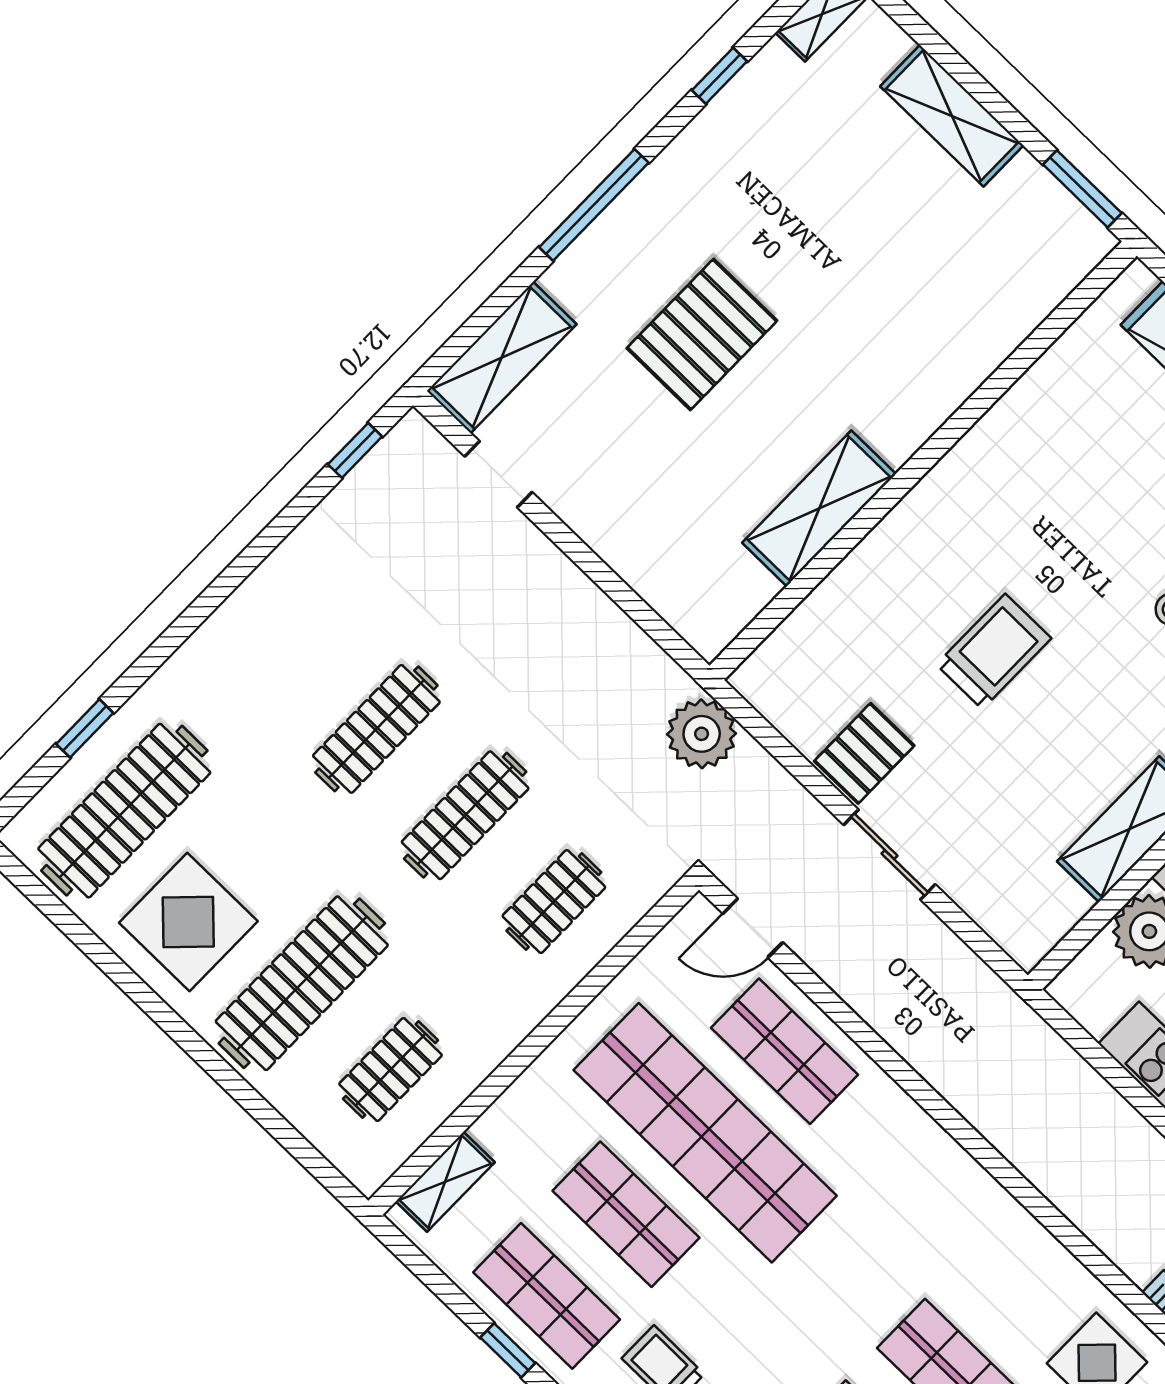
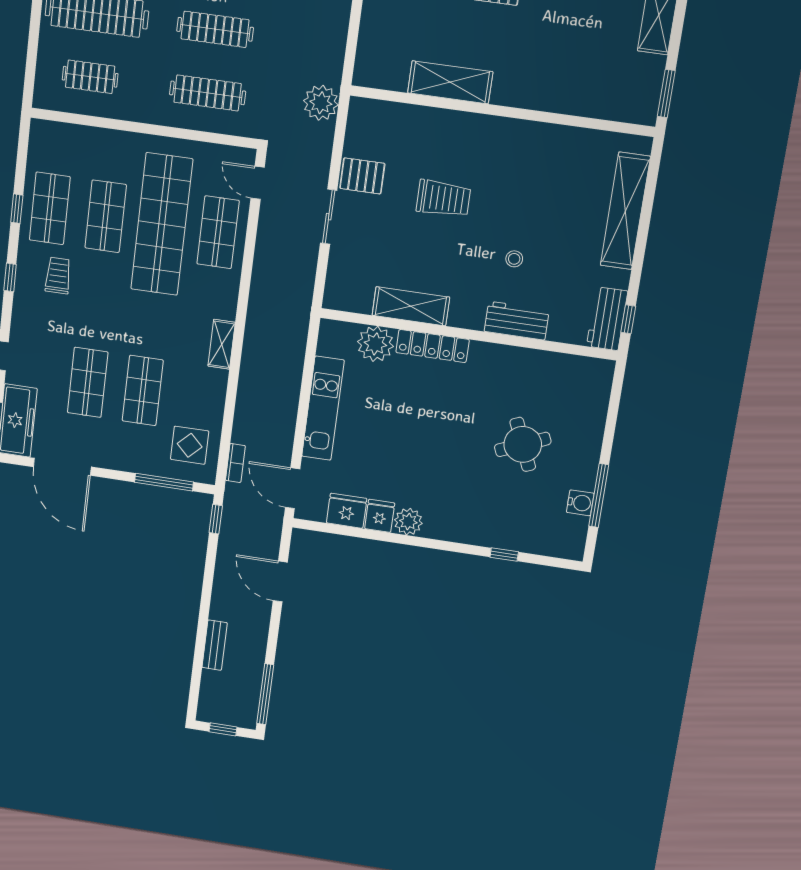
clothes rail: (554, 902) -> (208, 93), width x1.36
shelving: (445, 1182) -> (222, 344), moved, turned 90

